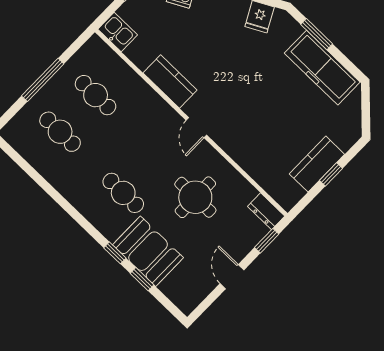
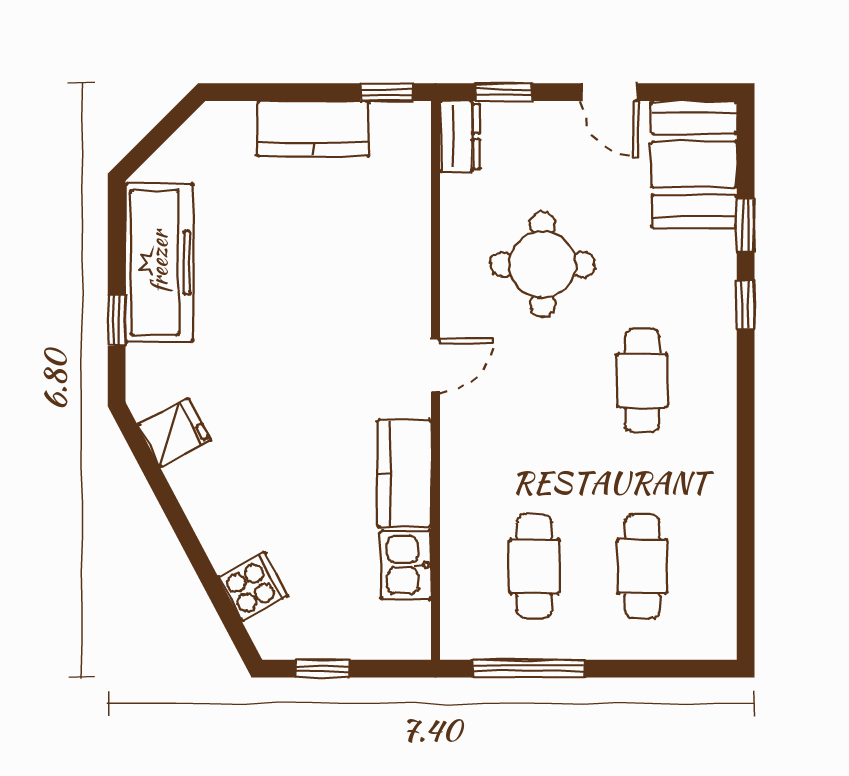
kitchen sink: (118, 32) -> (406, 565), moved
window: (317, 34) -> (117, 320), width x0.67
window: (43, 80) -> (529, 669), moved
window: (331, 174) -> (387, 92), moved
booth: (148, 251) -> (694, 164), moved
door: (232, 277) -> (609, 92), hinge flipped

